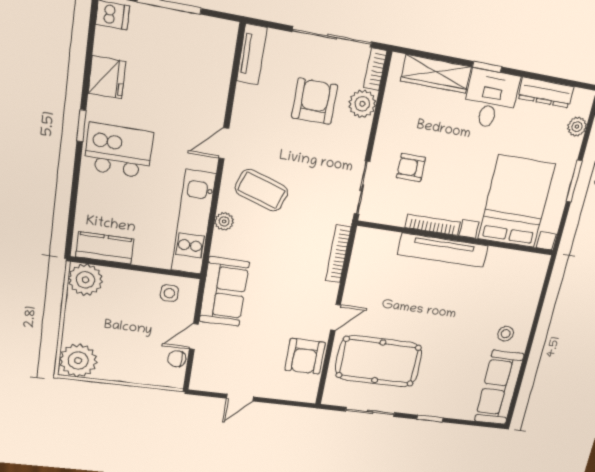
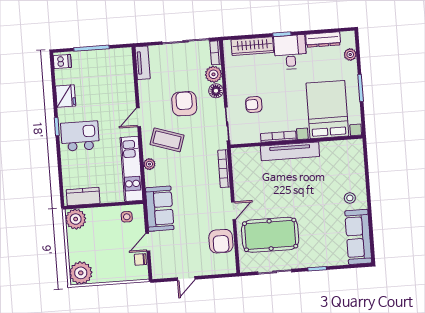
armchair: (315, 101) -> (184, 104), moved
floor lamp: (359, 131) -> (216, 91), added

